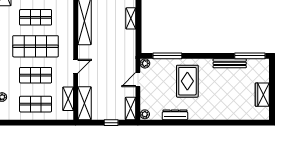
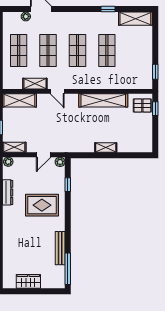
shop shelf: (36, 46) -> (77, 51), width x0.70, depth x0.74
window: (167, 56) -> (68, 185), width x0.46
door: (138, 79) -> (44, 155), swing flipped
shelving: (68, 99) -> (35, 84), moved

